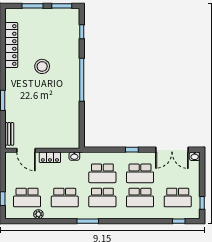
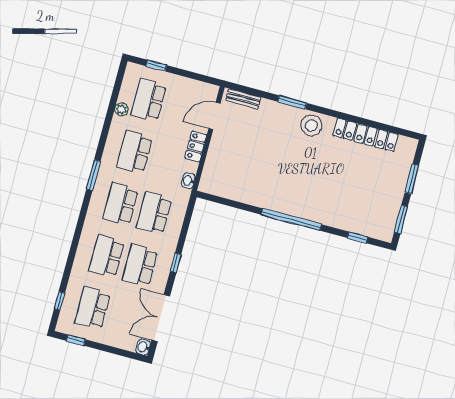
stool: (42, 66) -> (311, 125), moved

